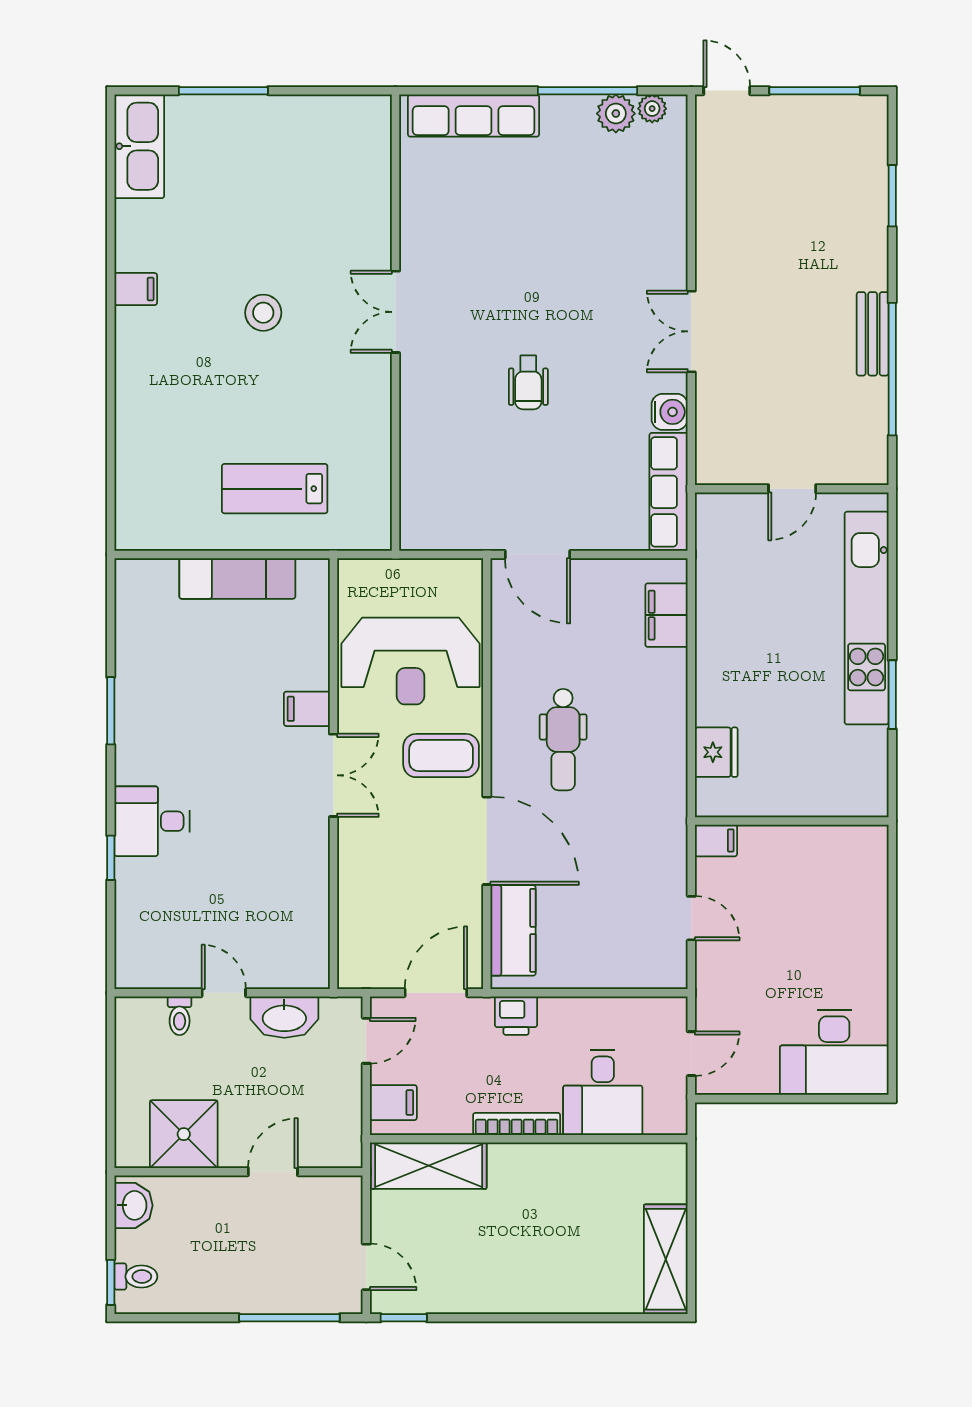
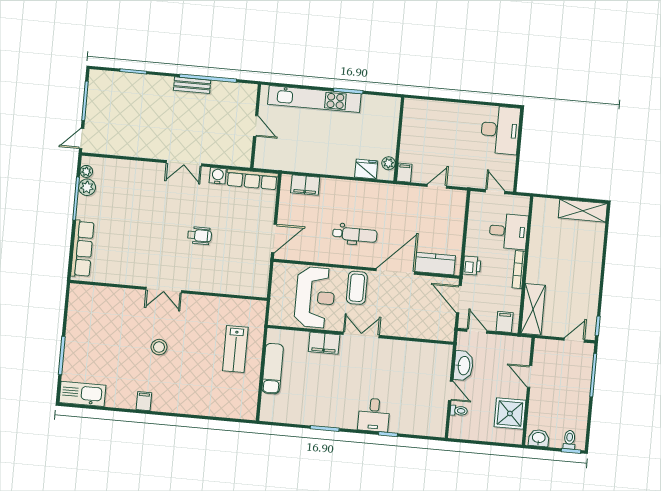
filing cabinet: (307, 709) -> (324, 343), width x2.00
plant: (734, 802) -> (388, 163), added
door: (224, 993) -> (451, 391), swing flipped

